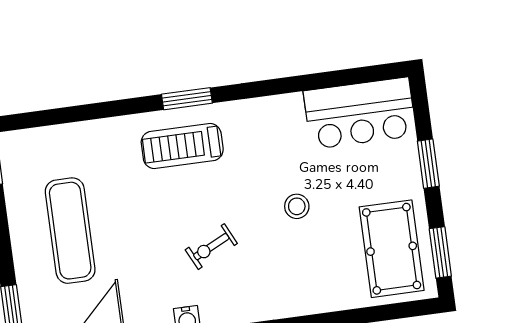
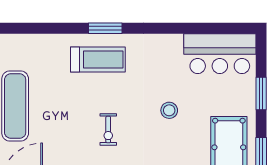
treadmill: (182, 146) -> (98, 59), turned 180
exercise bike: (211, 247) -> (108, 130), turned -64

